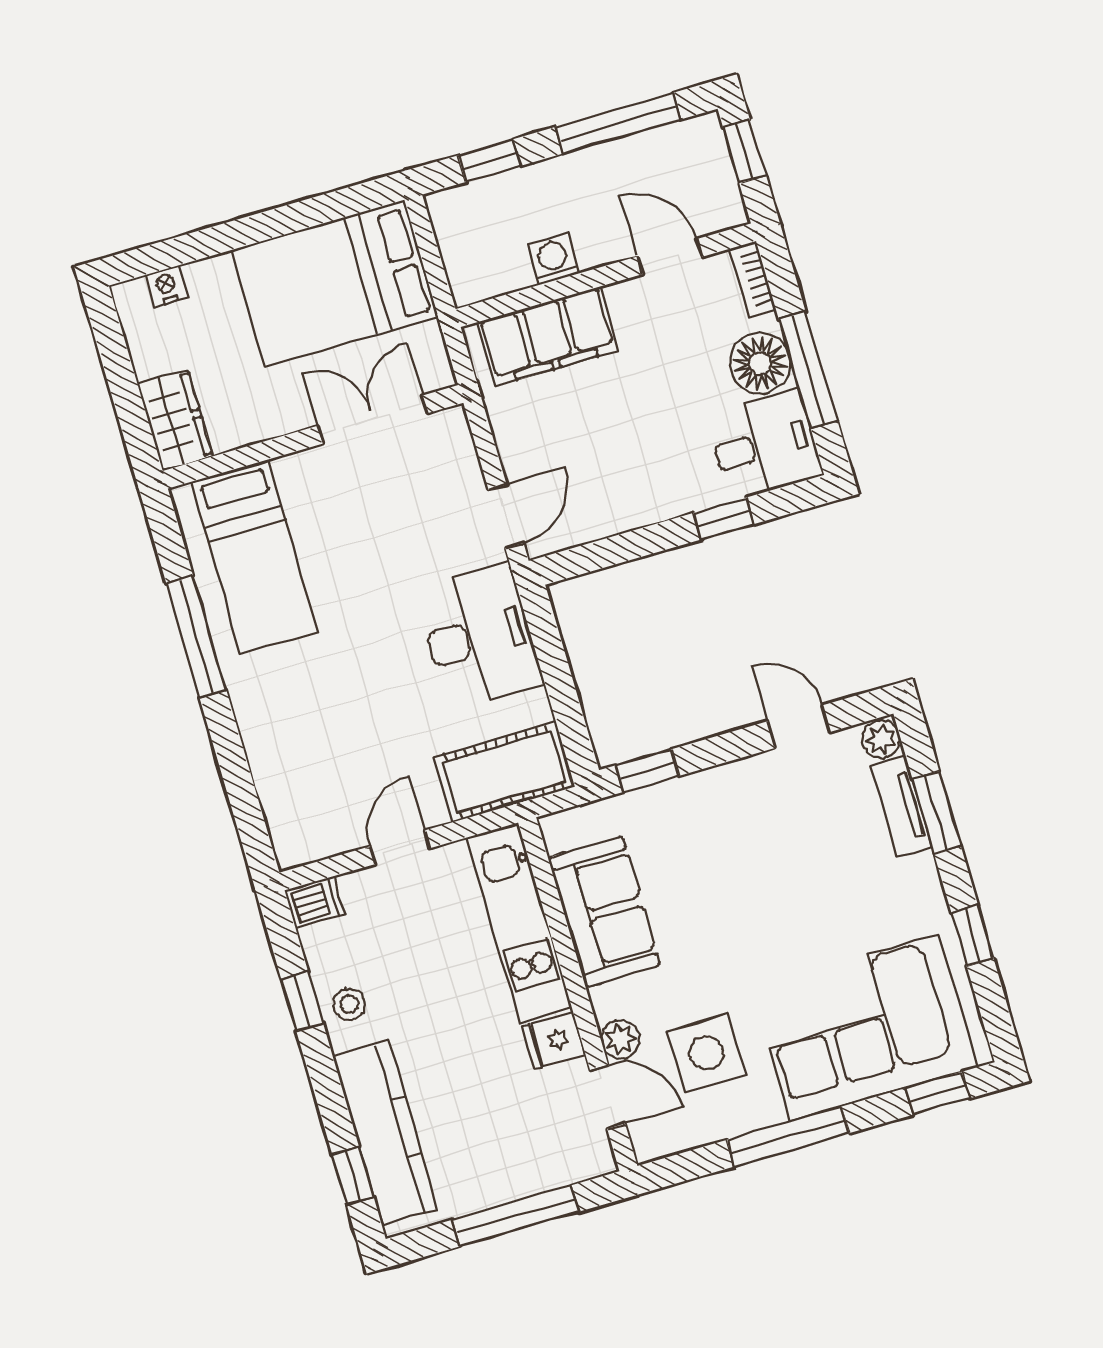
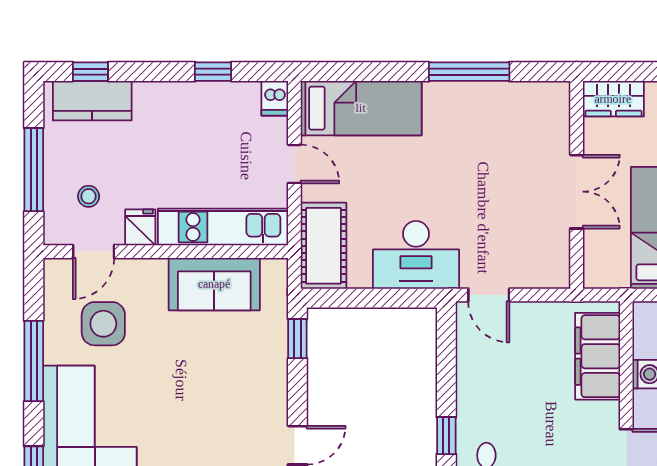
double door: (372, 420) -> (577, 192), moved
bed: (255, 557) -> (361, 108), moved, turned 180
stool: (349, 1004) -> (89, 196), moved
plant: (620, 1039) -> (128, 271), removed
kitchen counter: (385, 1133) -> (92, 101), width x0.67

